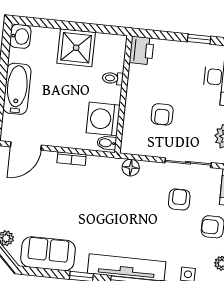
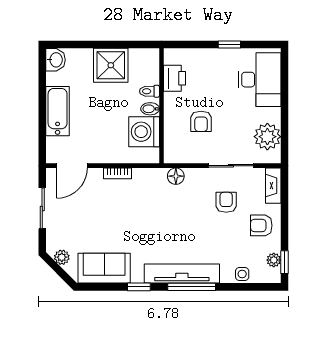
printer: (142, 50) -> (175, 78), moved
bidet: (107, 143) -> (150, 109), moved

